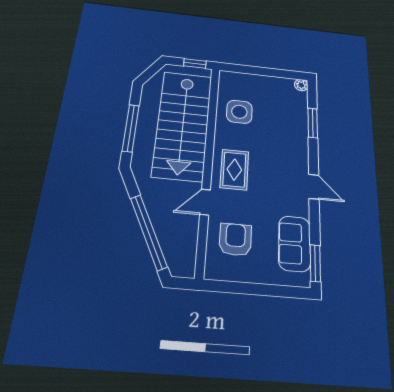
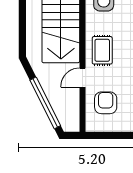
window: (131, 128) -> (22, 25), removed

